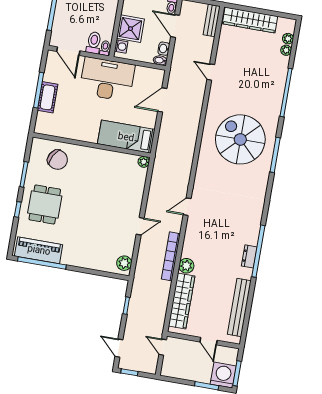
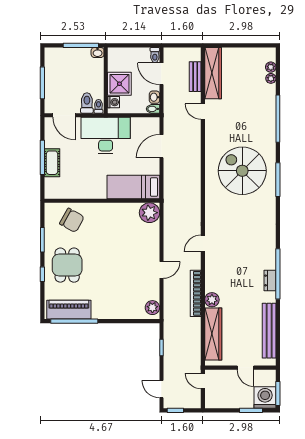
wardrobe: (250, 20) -> (213, 73), moved, turned -90
bench: (212, 21) -> (195, 77), moved
plant: (144, 162) -> (149, 213), width x1.87, depth x1.87

